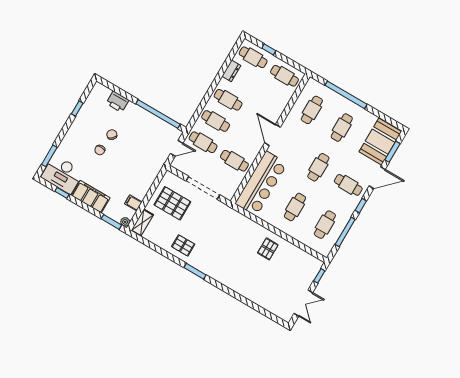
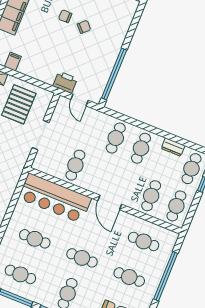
printer: (117, 102) -> (65, 82), moved, turned 90
door: (272, 135) -> (110, 202), swing flipped
cafe table: (203, 142) -> (151, 196), moved
doorway: (203, 188) -> (41, 135), width x0.73

